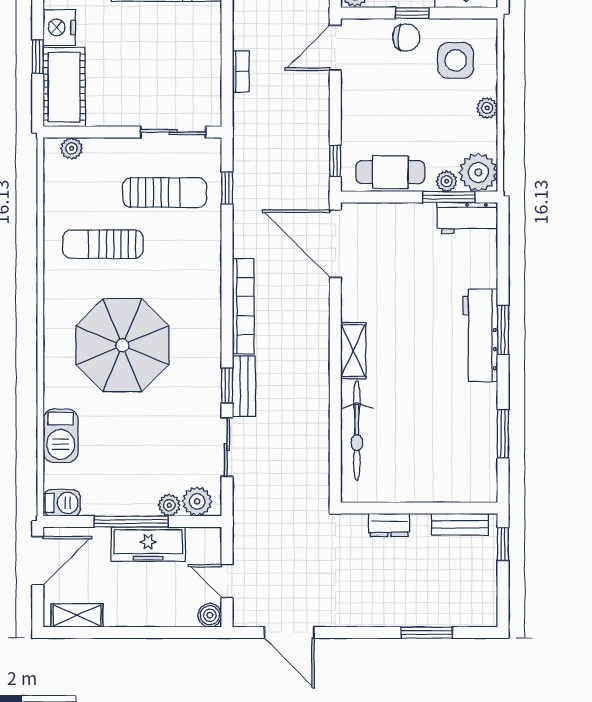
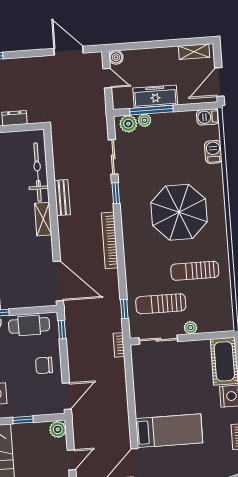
chair: (406, 38) -> (44, 365), moved
bookcase: (241, 71) -> (119, 345), moved
plant: (72, 148) -> (190, 328), moved
sun lounger: (103, 244) -> (195, 271), turned 180
bench: (244, 386) -> (62, 198), moved
barbecue: (61, 436) -> (213, 152), width x0.73, depth x0.79
window: (131, 522) -> (151, 110), moved

